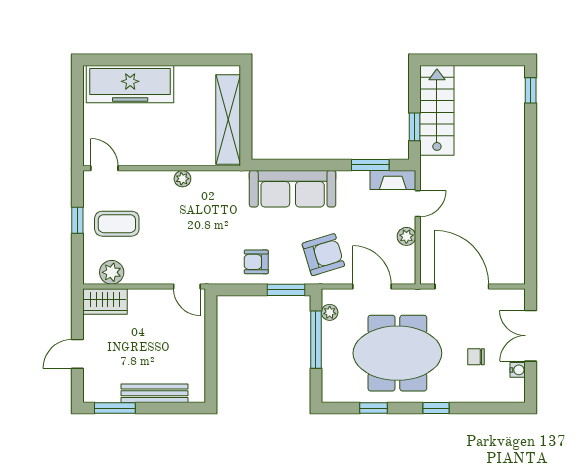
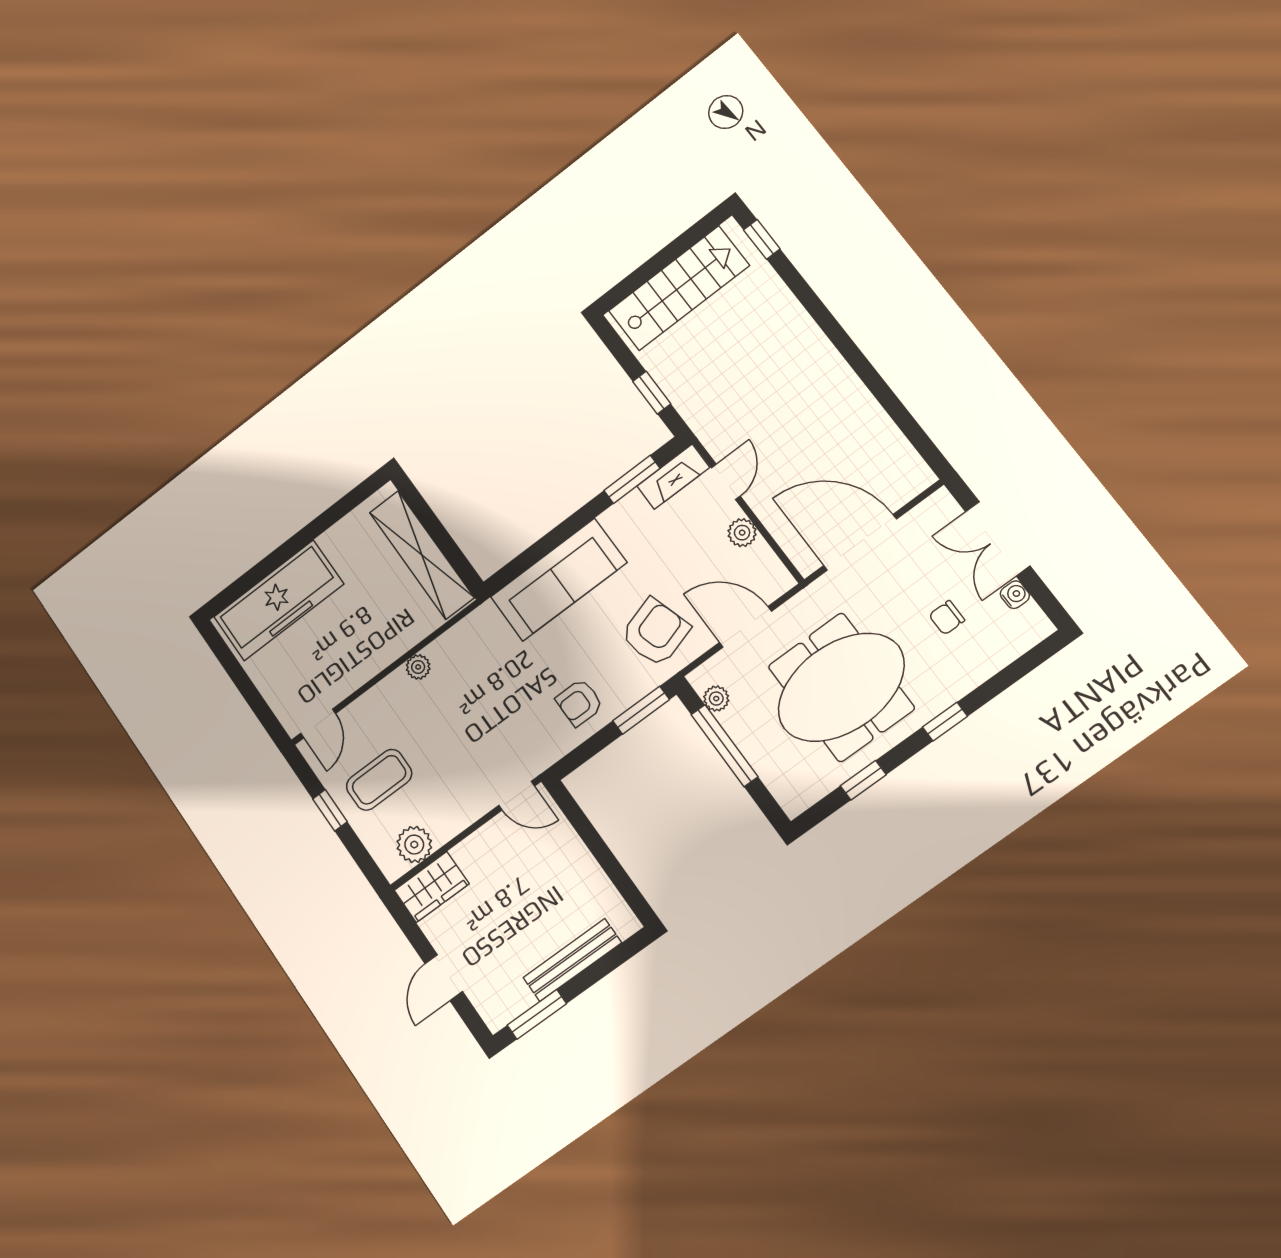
stairs: (437, 110) -> (679, 288), moved, turned 90
door: (104, 168) -> (318, 723), swing flipped

